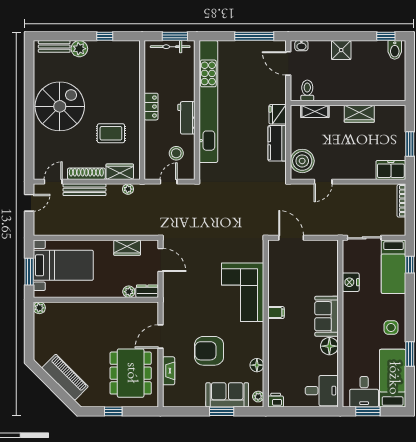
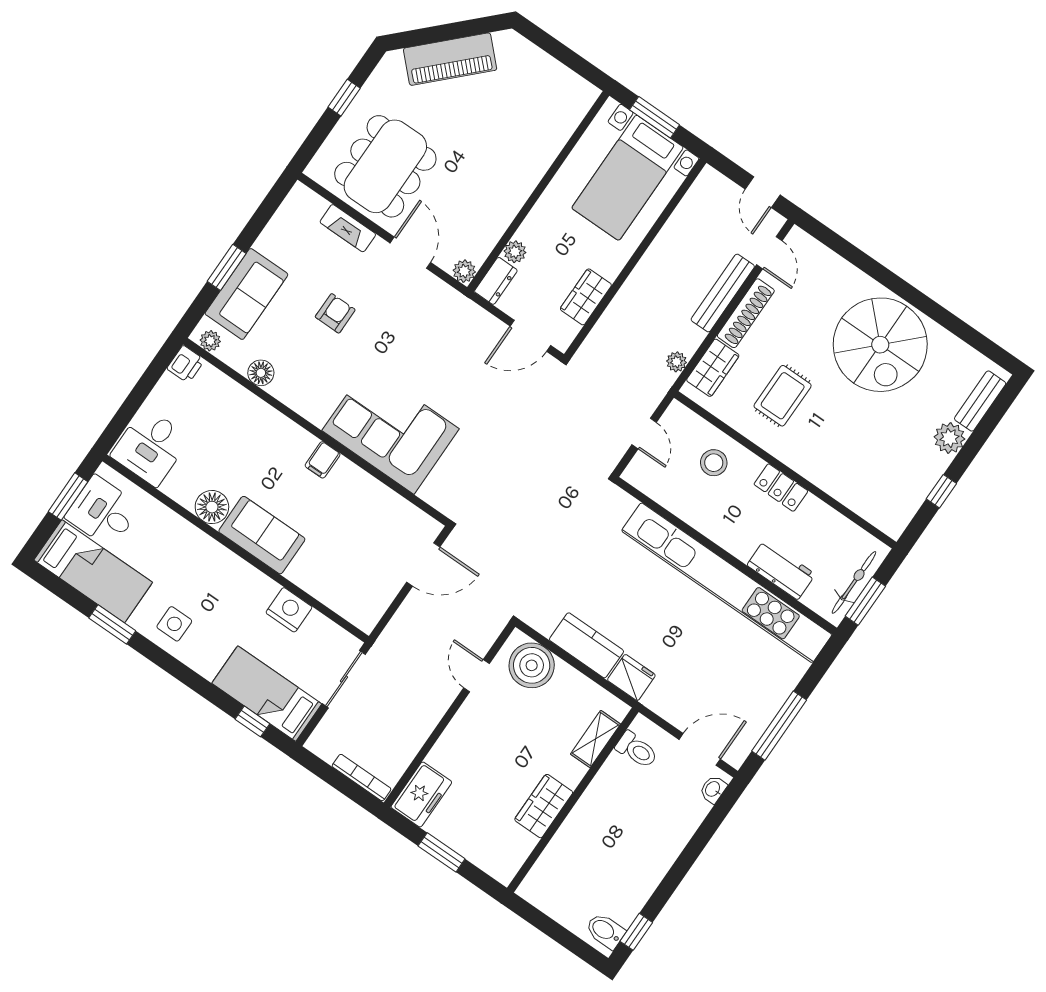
shower: (341, 50) -> (663, 847), removed
workbench: (186, 118) -> (781, 570), moved
stool: (176, 153) -> (714, 463), moved
plant: (39, 308) -> (464, 271), moved
armchair: (209, 351) -> (335, 313), width x0.53, depth x0.53
dining table: (131, 373) -> (385, 166), turned 90

